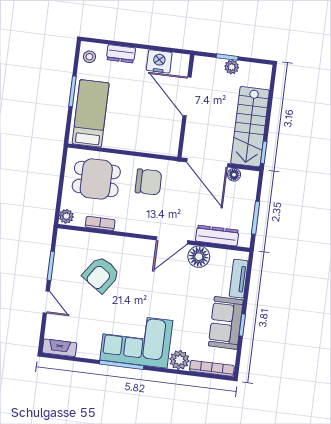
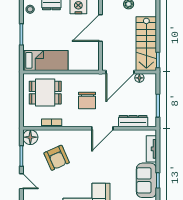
door: (187, 96) -> (100, 28), hinge flipped
bed: (91, 113) -> (45, 60), moved, turned 90
door: (207, 163) -> (120, 72), hinge flipped
chair: (148, 182) -> (87, 101), moved, turned 91
plant: (66, 216) -> (28, 121), removed
floor lamp: (199, 257) -> (30, 137), moved
armchair: (101, 275) -> (57, 158), turned -59

